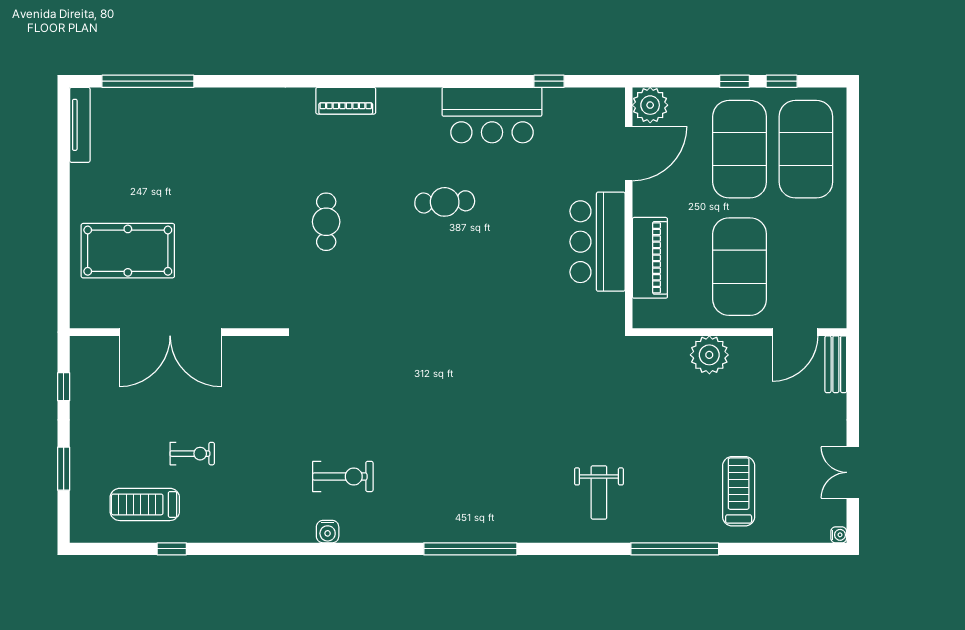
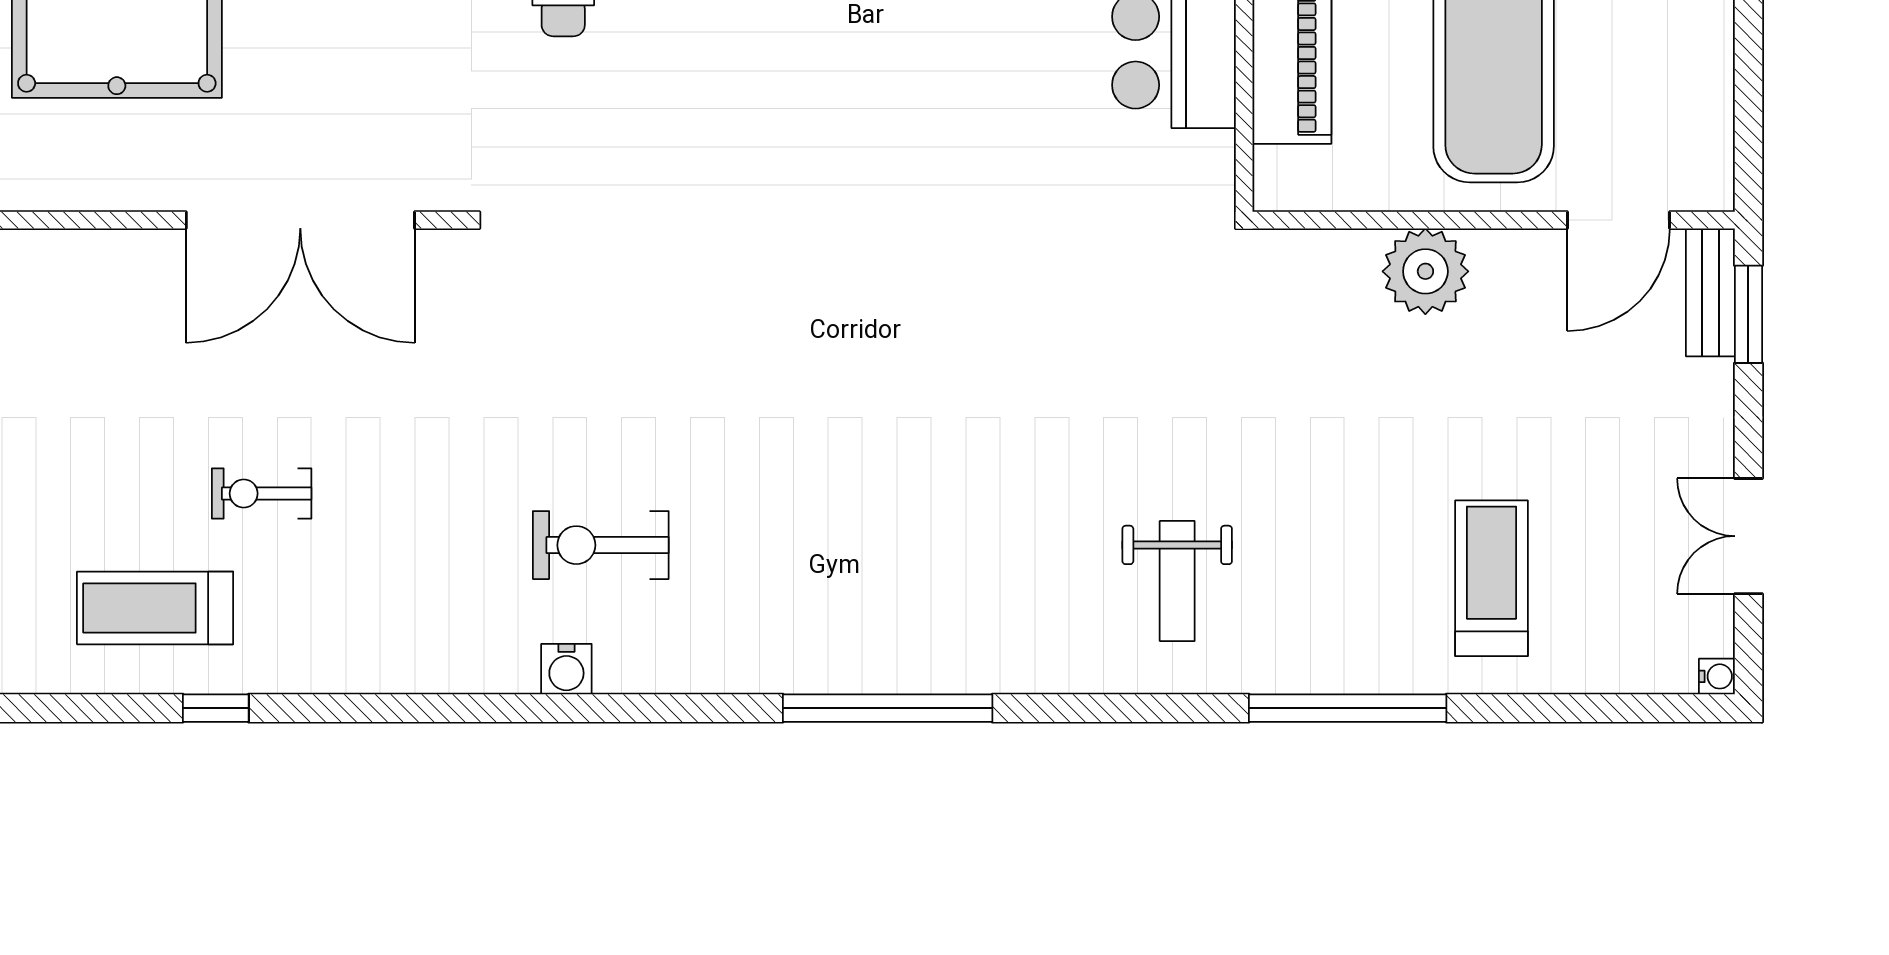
double door: (170, 332) -> (300, 220), moved
window: (853, 374) -> (1748, 314), added
exercise bike: (192, 454) -> (262, 493), turned 180
exercise bike: (343, 476) -> (601, 545), turned 180

